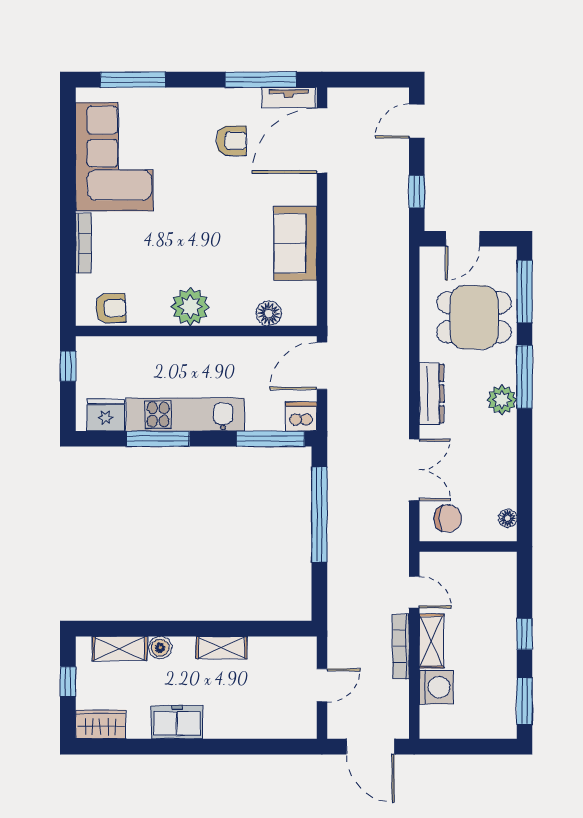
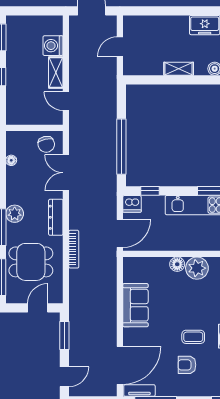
armchair: (231, 141) -> (187, 365), moved
coffee table: (197, 189) -> (193, 337), added
window: (417, 192) -> (64, 335), width x1.50
floor lamp: (269, 313) -> (177, 264), moved
window: (271, 439) -> (150, 191), width x0.46
chair: (448, 518) -> (46, 144), turned -103
floor lamp: (508, 518) -> (11, 160), moved
bookcase: (401, 647) -> (74, 249), moved

